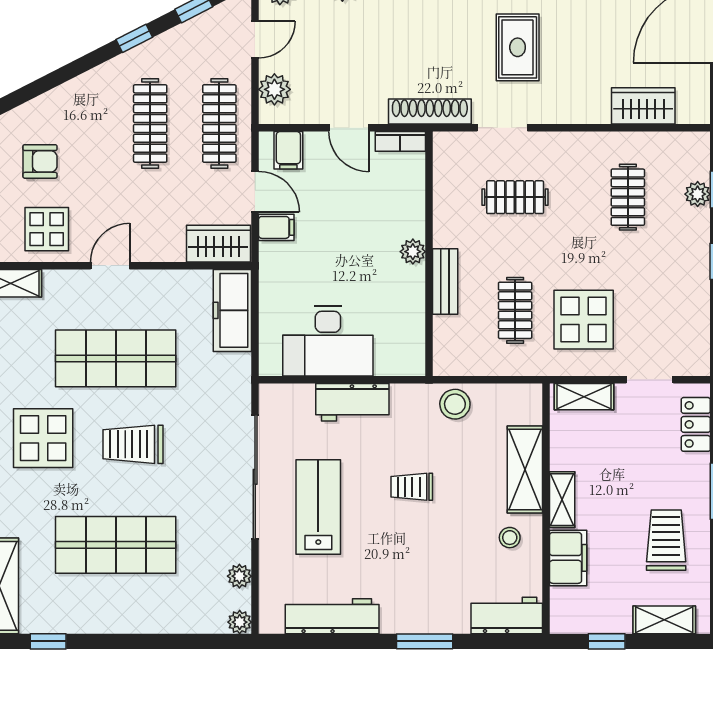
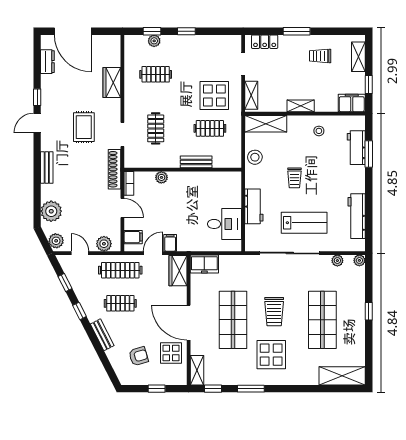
rug: (518, 47) -> (84, 127), turned 90
bench: (85, 86) -> (102, 335), added
wardrobe: (643, 106) -> (112, 83), moved
clothes rail: (150, 123) -> (120, 303), width x0.73
door: (349, 128) -> (122, 208), hinge flipped
armchair: (40, 161) -> (138, 356), turned 74
plant: (413, 252) -> (161, 177), moved
door: (110, 266) -> (189, 323), width x1.88
freezer: (232, 310) -> (204, 264), width x0.71
desk: (328, 341) -> (225, 224), width x0.73
shelving: (525, 470) -> (266, 124), moved
lab bench: (318, 507) -> (304, 223), turned 180
trolley: (666, 540) -> (320, 56), width x0.73, depth x0.72
filing cabinet: (568, 558) -> (352, 103), moved
workbench: (507, 616) -> (356, 148), moved
window: (48, 641) -> (369, 311), moved
window: (425, 641) -> (369, 154), moved

